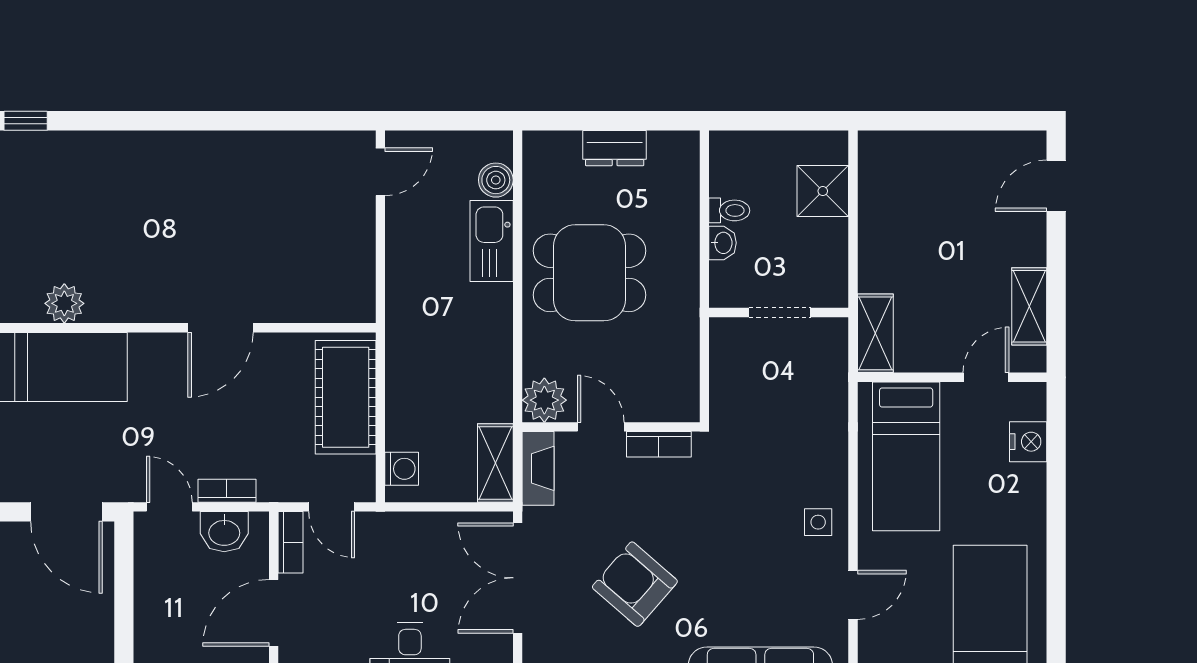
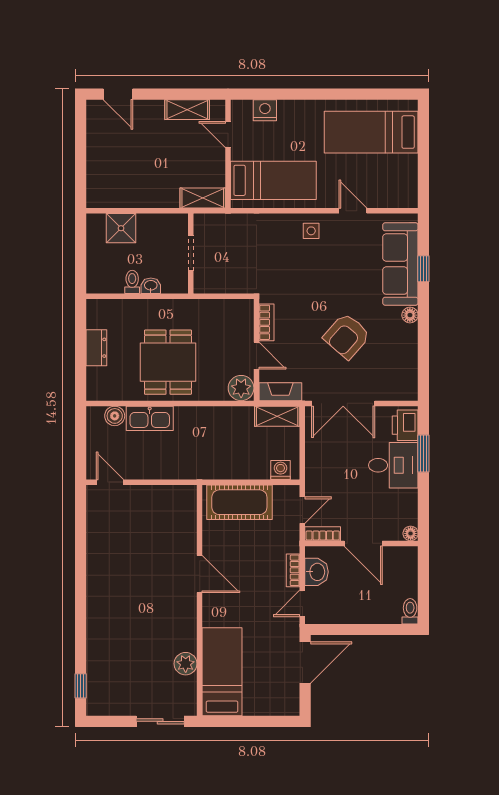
door: (601, 427) -> (256, 356), swing flipped

